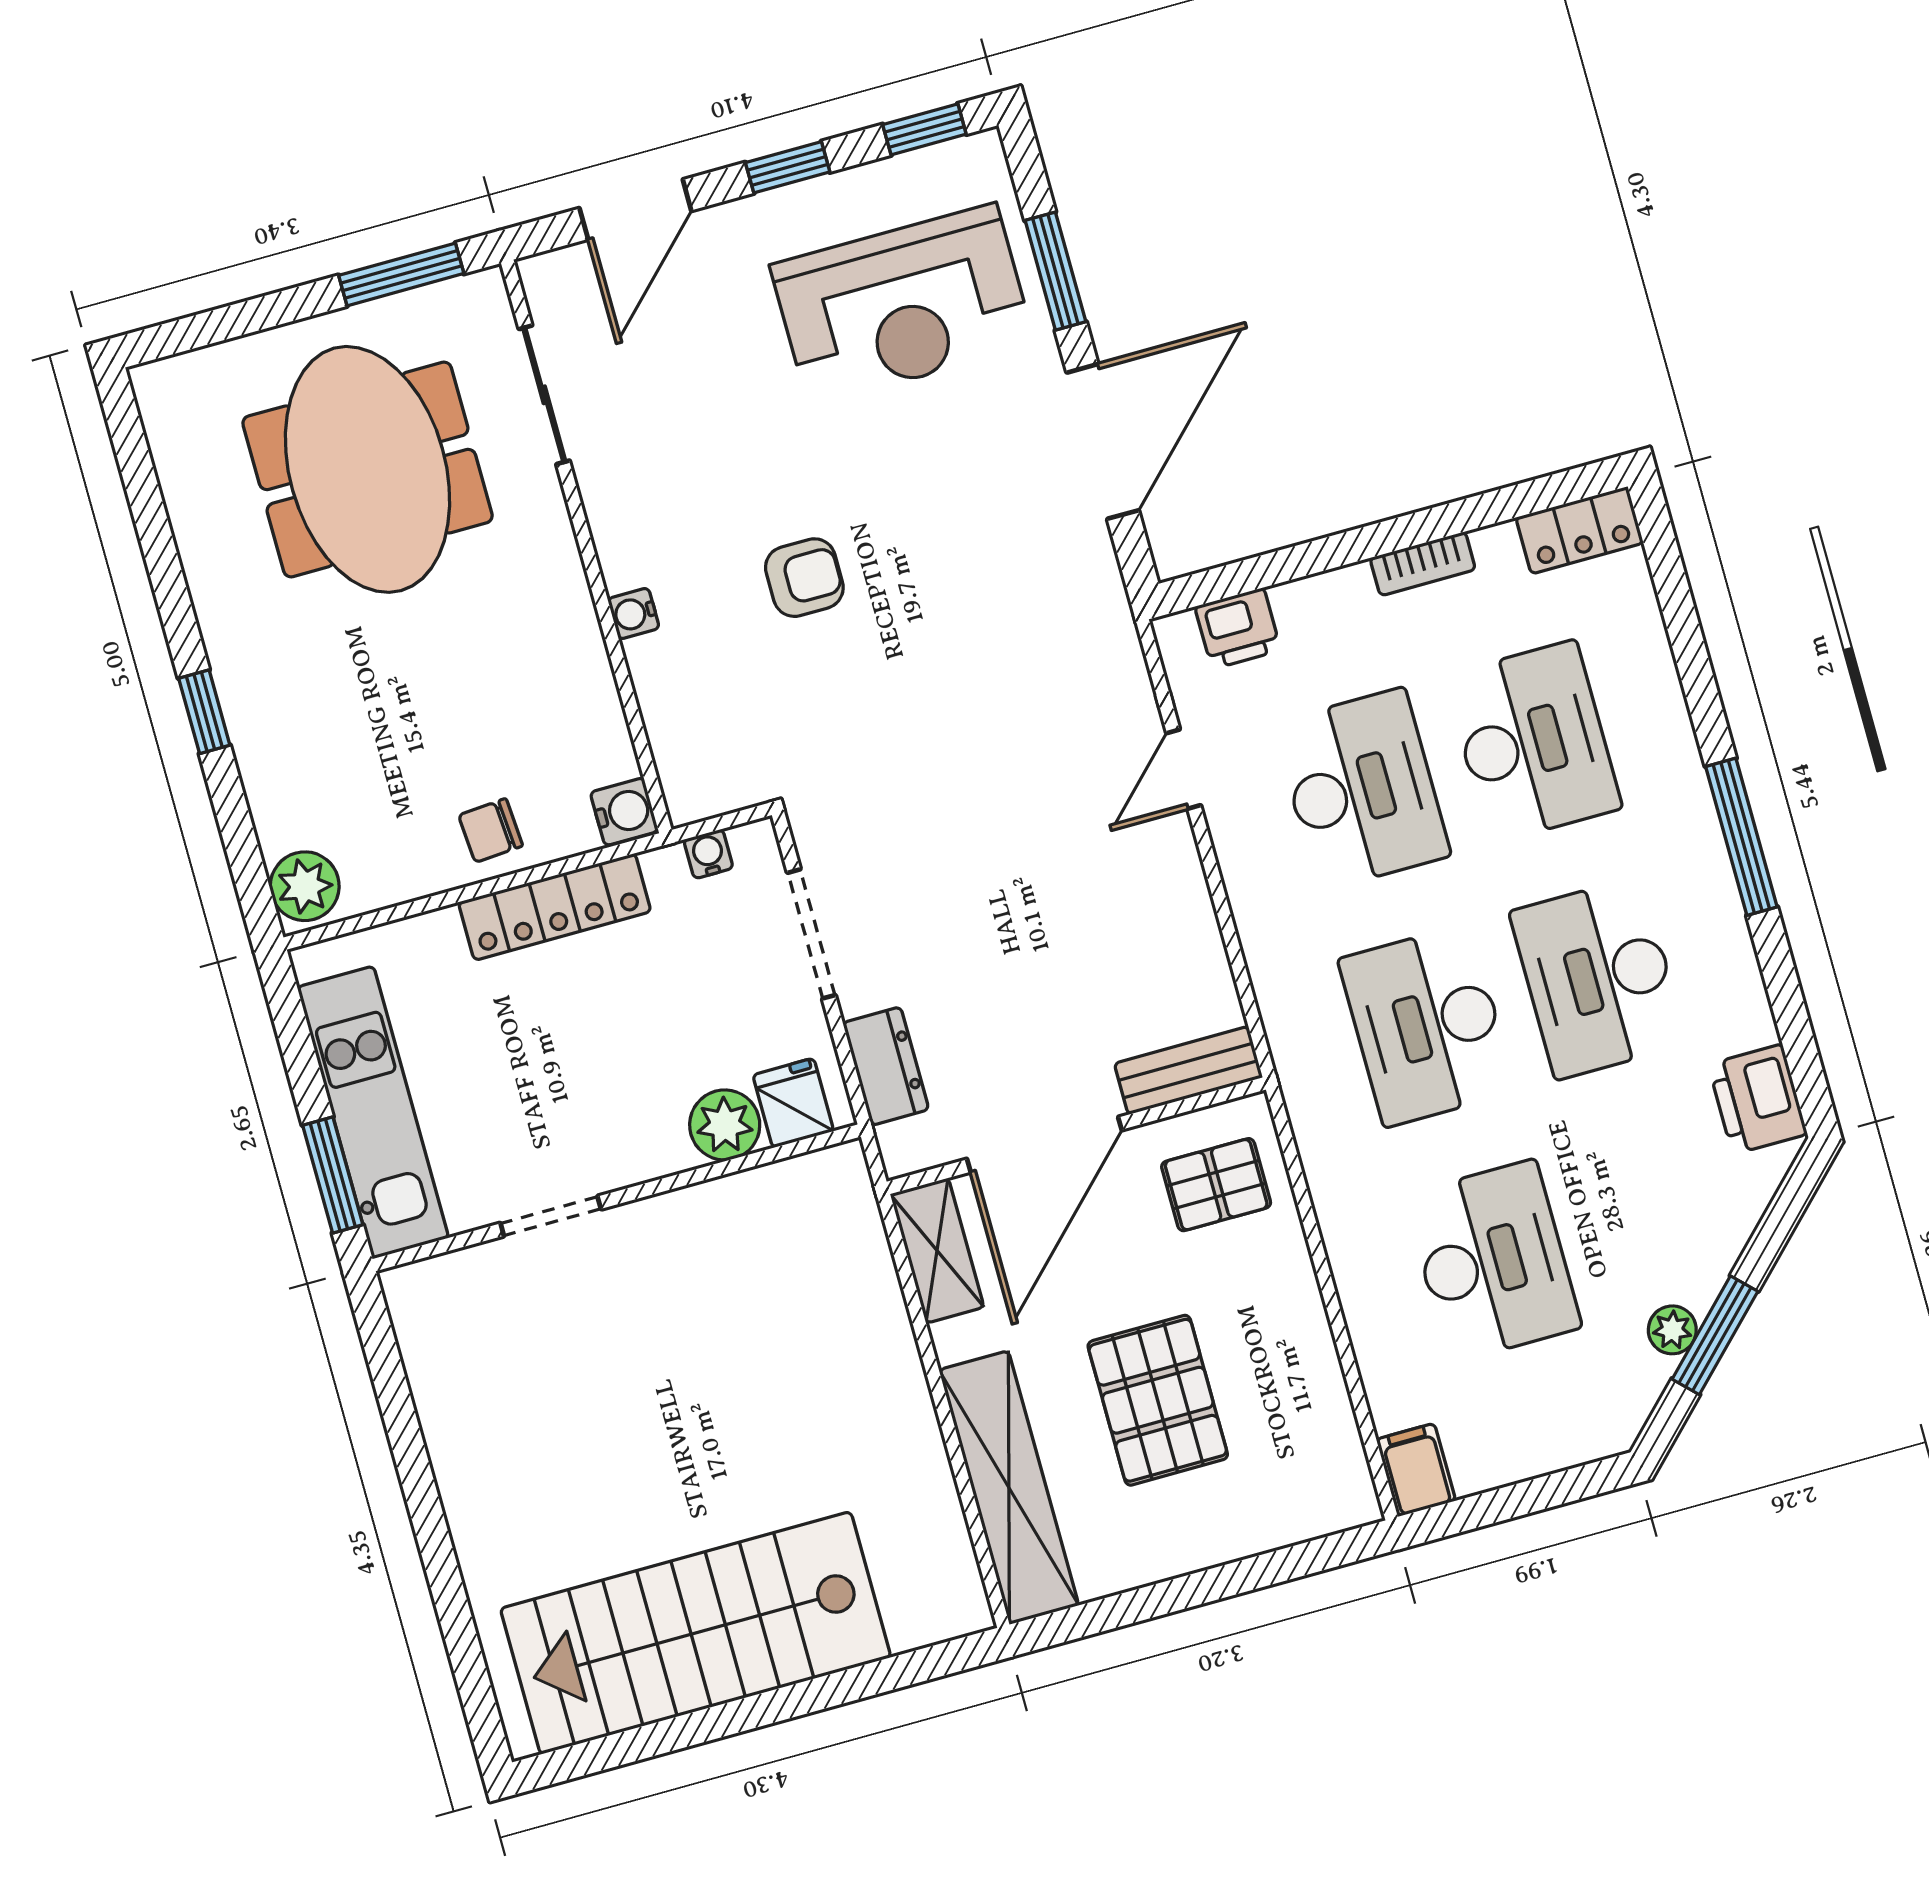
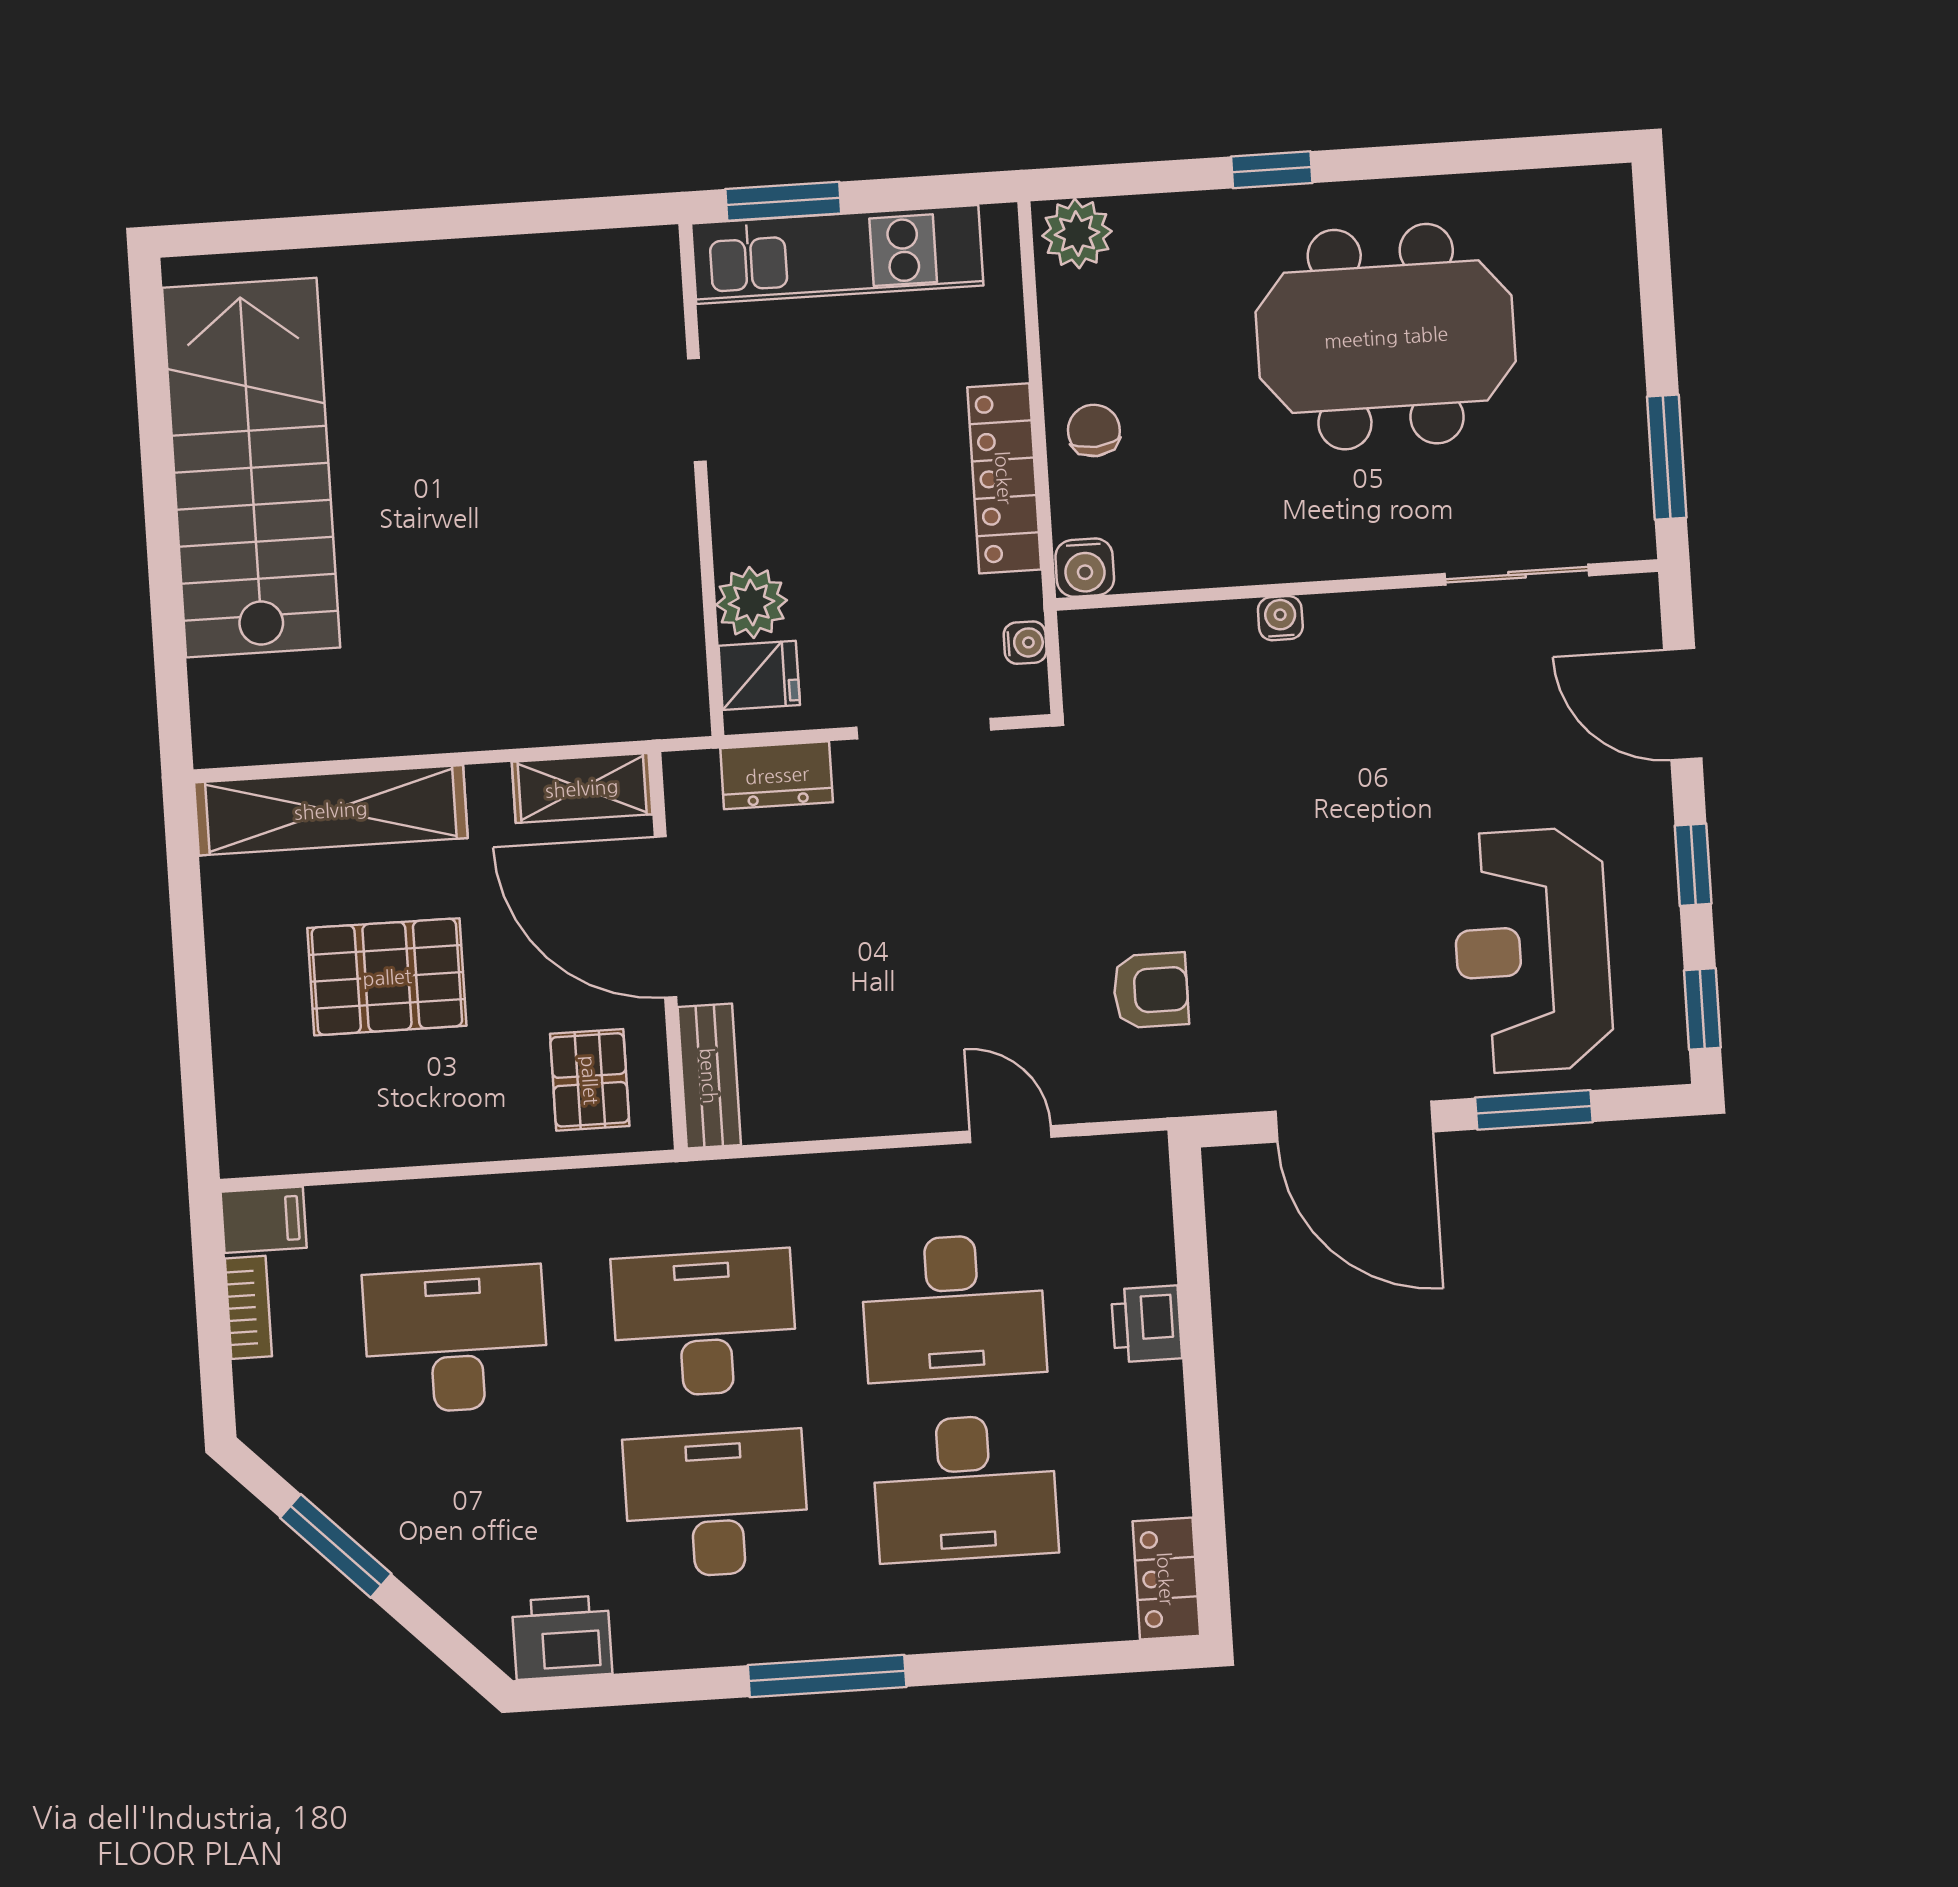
meeting table: (368, 469) -> (1386, 337), moved
bookcase: (1423, 564) -> (248, 1307), moved, turned 180
armchair: (804, 578) -> (1151, 990), moved, turned -90
printer: (1238, 628) -> (1147, 1324), moved
desk: (1493, 1261) -> (456, 1340), turned 180
plant: (1672, 1330) -> (350, 1504), removed

